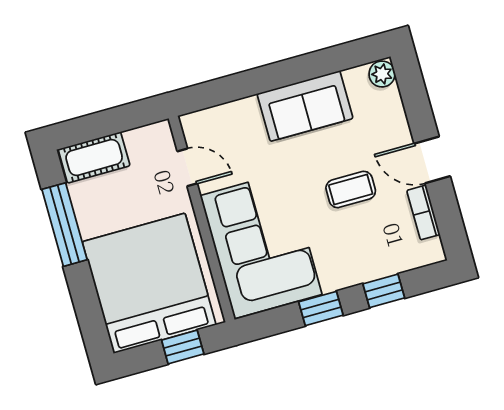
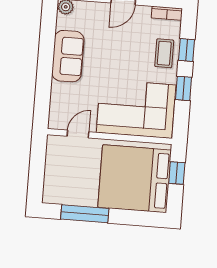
cot: (94, 157) -> (54, 184), removed
coffee table: (351, 189) -> (164, 53), moved
bookcase: (423, 212) -> (167, 13), moved

